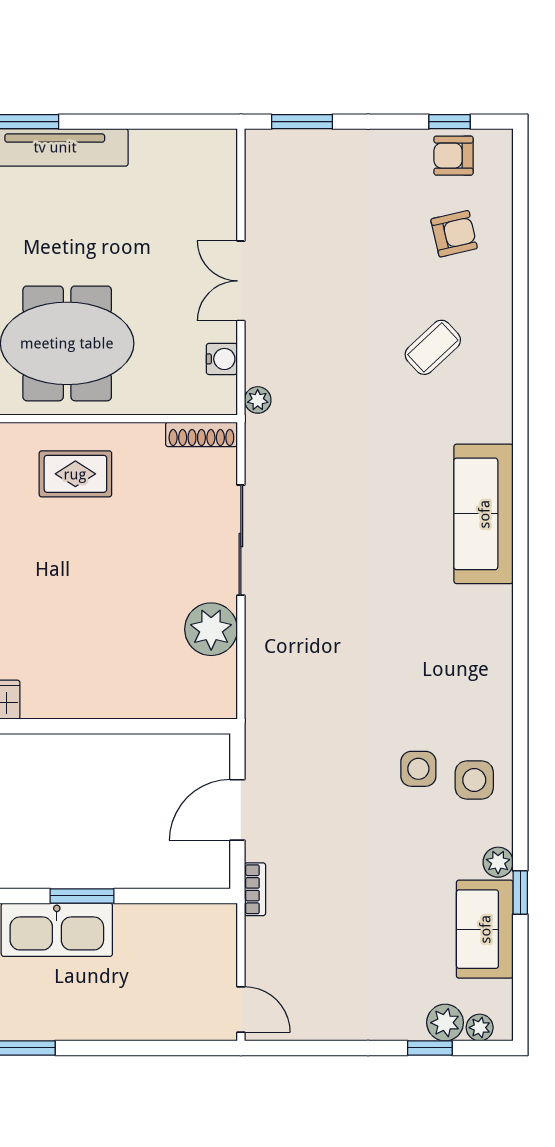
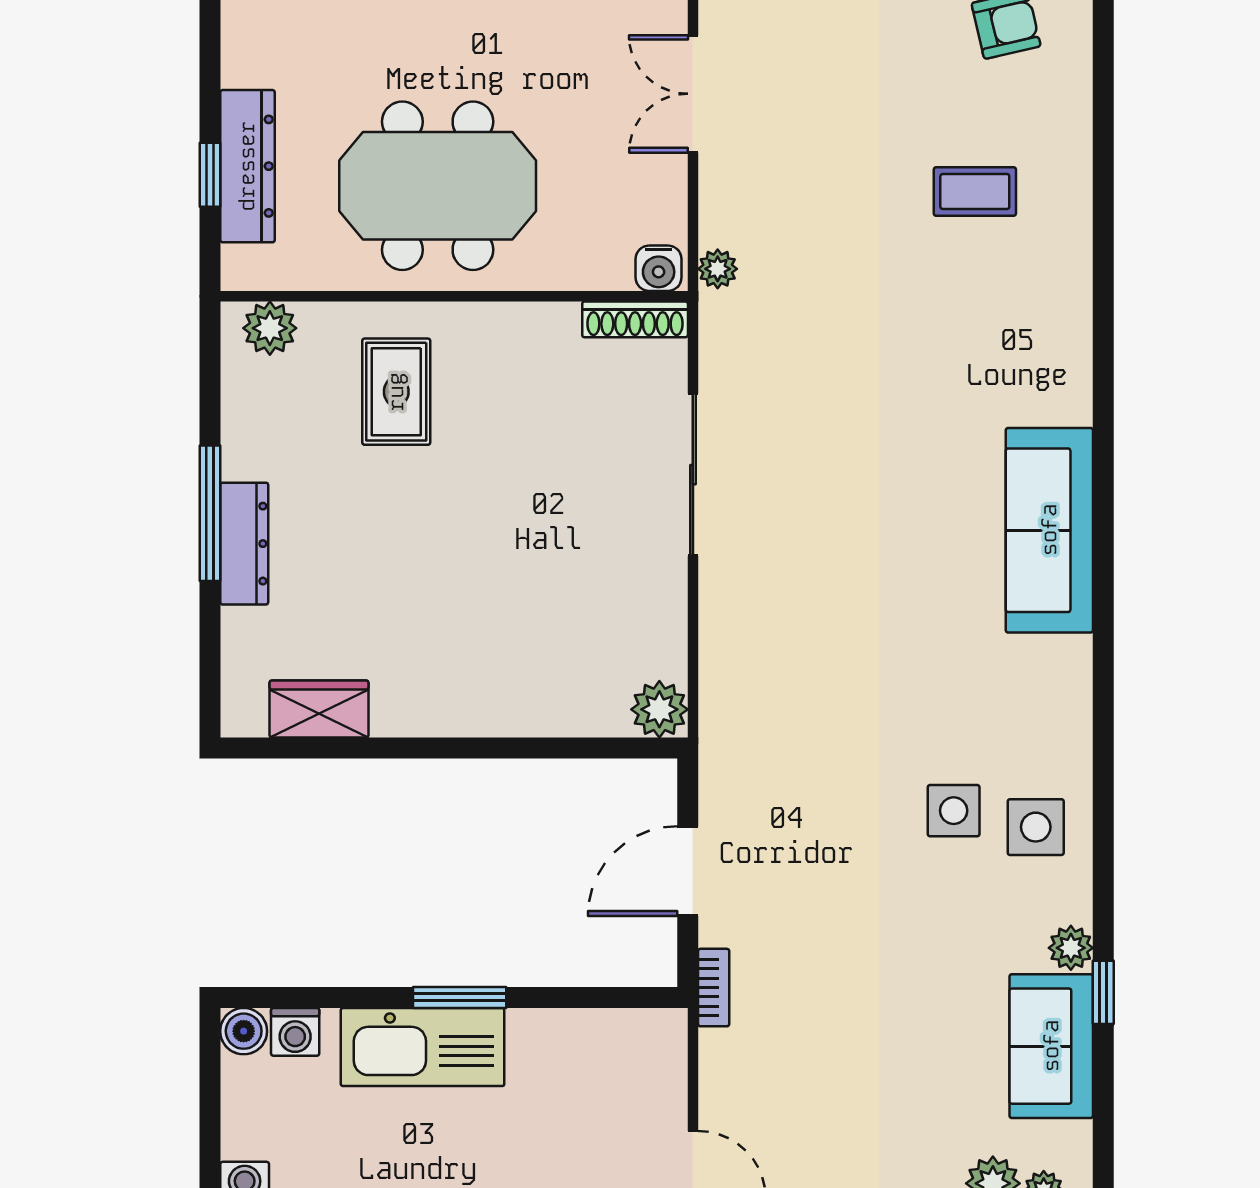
coffee table: (433, 347) -> (975, 192), turned 43
water cooler: (222, 359) -> (659, 268), moved, turned 90
rug: (75, 474) -> (396, 392), moved, turned 90
sofa: (484, 514) -> (1049, 530), moved
plant: (211, 629) -> (659, 709), moved, width x0.73, depth x0.73

